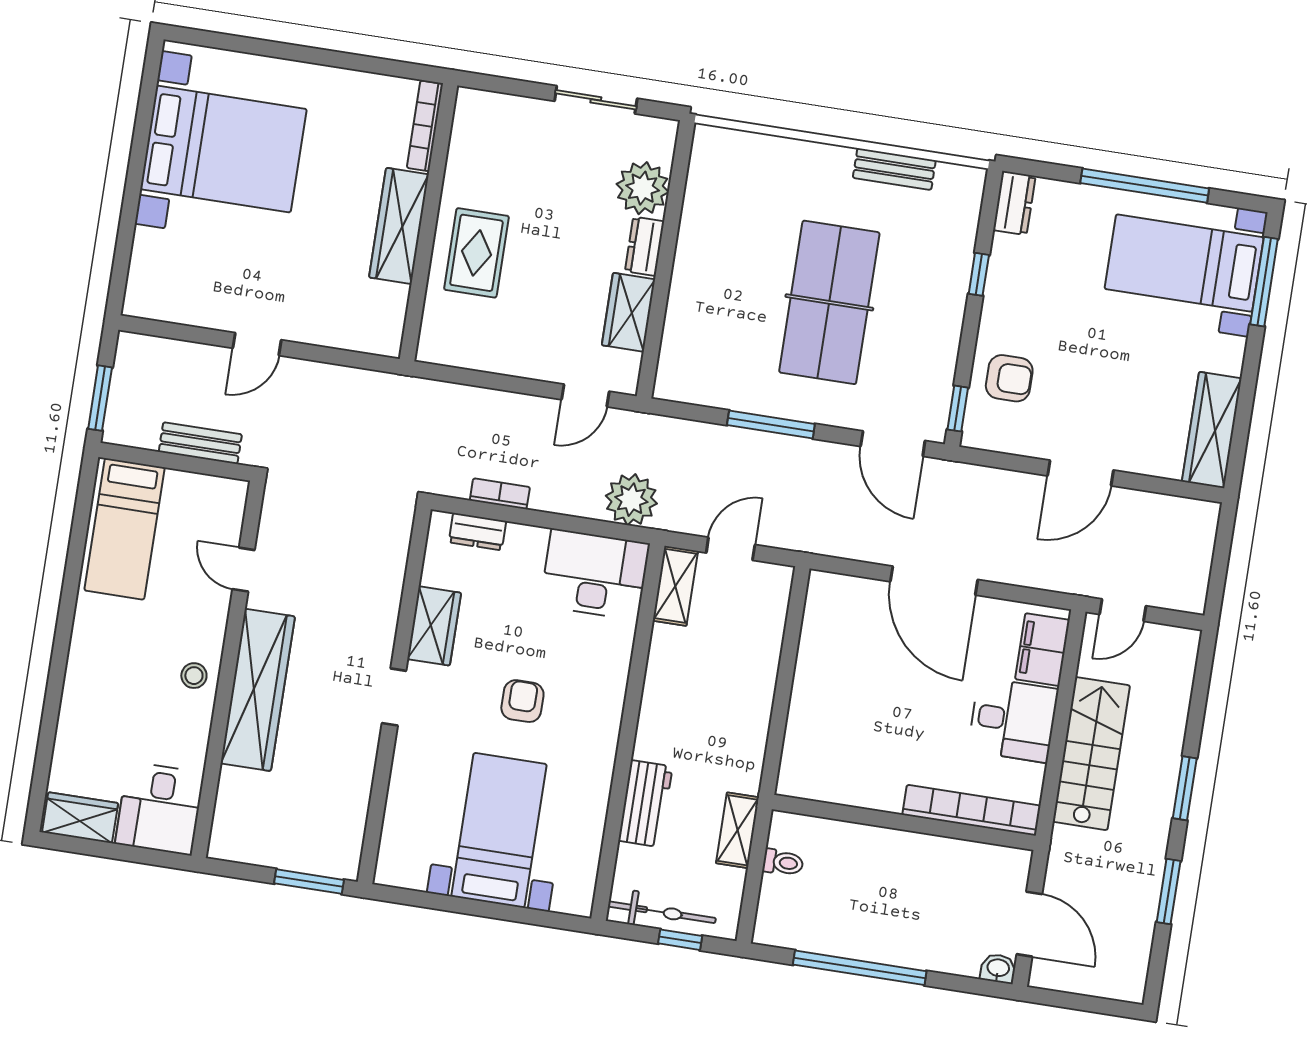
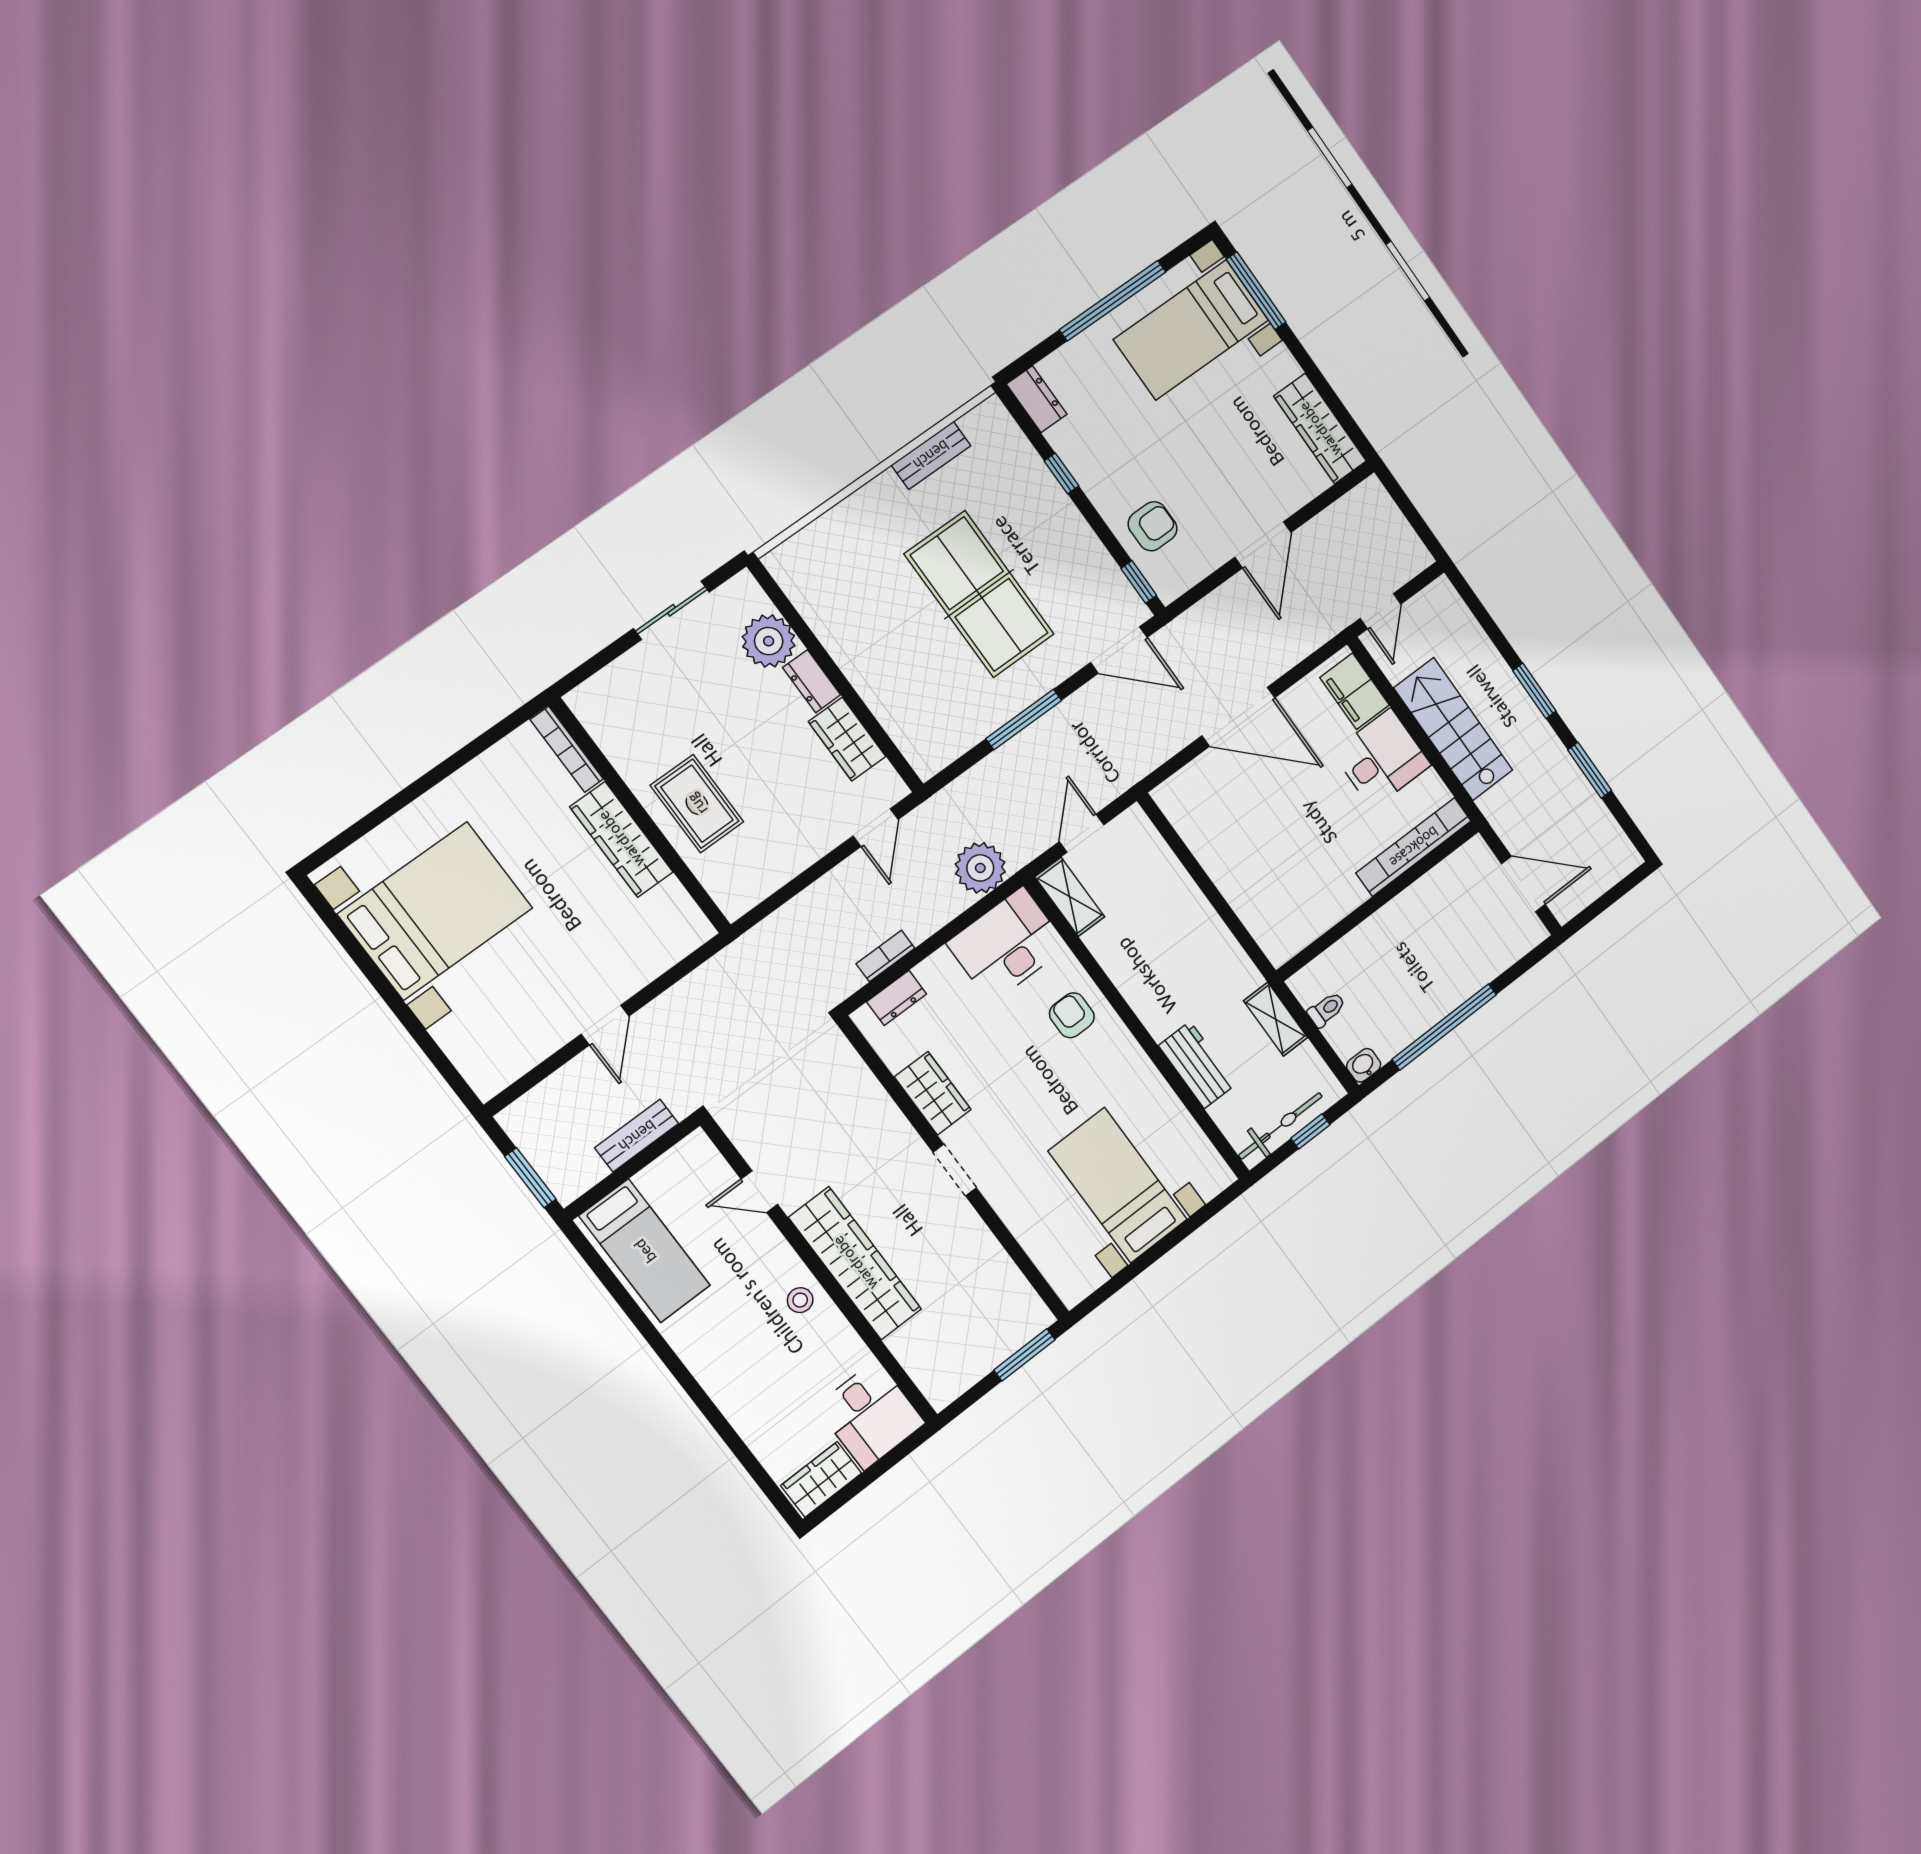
armchair: (522, 701) -> (1072, 1015), moved
washbasin: (998, 969) -> (1364, 1065), moved

